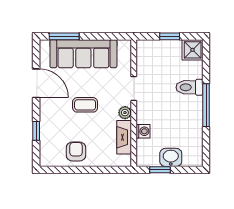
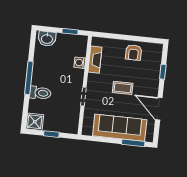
plant: (125, 113) -> (92, 79), removed
washbasin: (171, 157) -> (47, 39), moved

